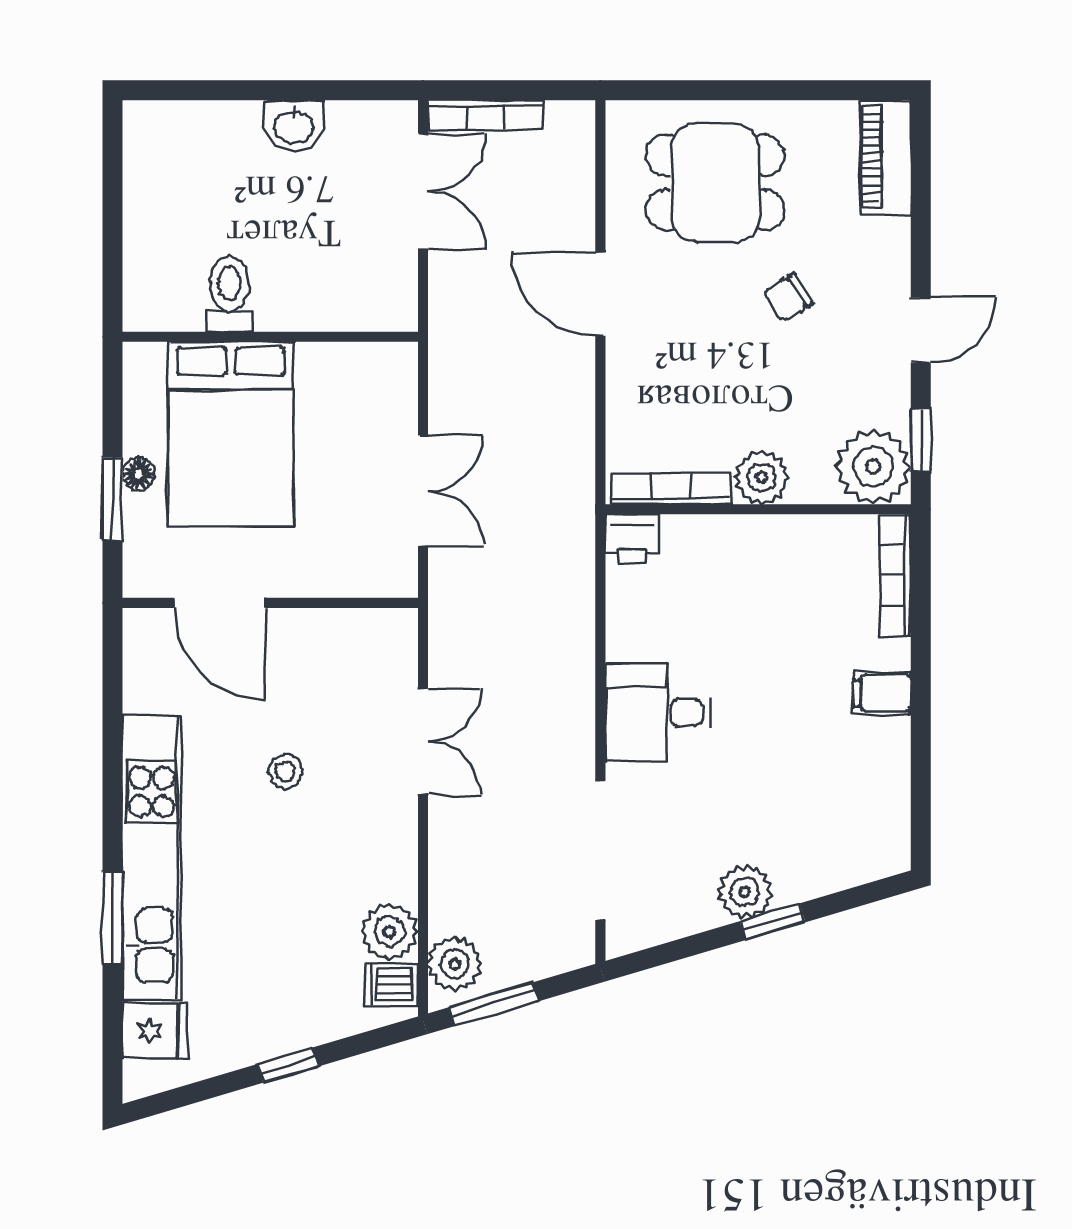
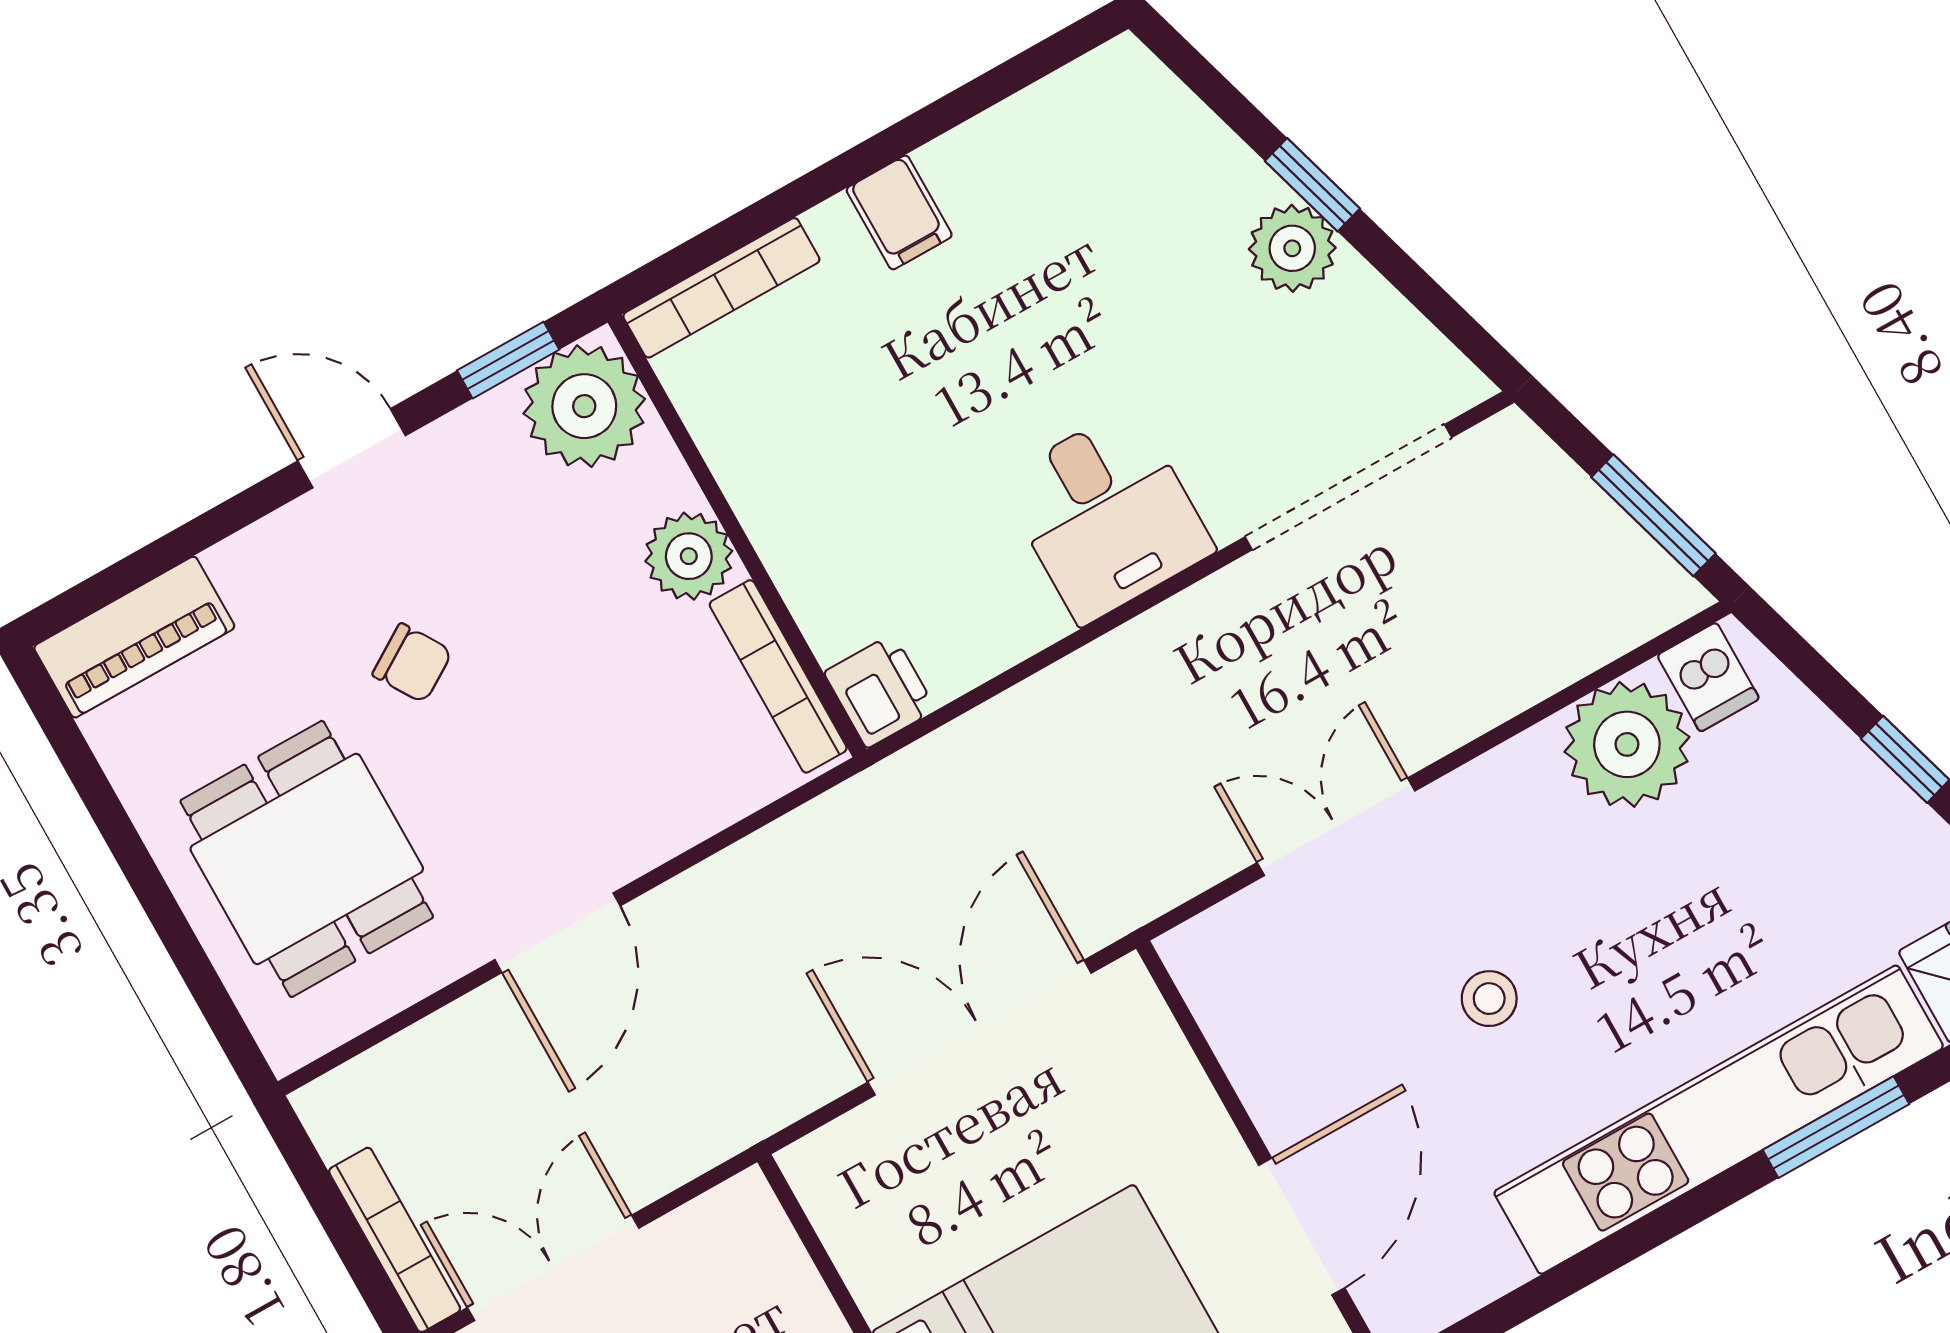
double door: (423, 491) -> (980, 1028), width x1.37
plant: (390, 932) -> (1627, 744), width x1.36, depth x1.36
plant: (455, 964) -> (1627, 603), removed

